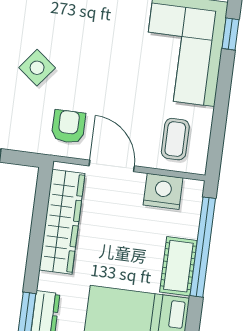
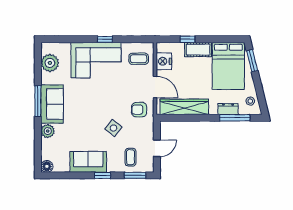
window: (230, 34) -> (105, 39), moved
door: (112, 166) -> (155, 87), swing flipped
window: (203, 247) -> (188, 39), width x0.32

